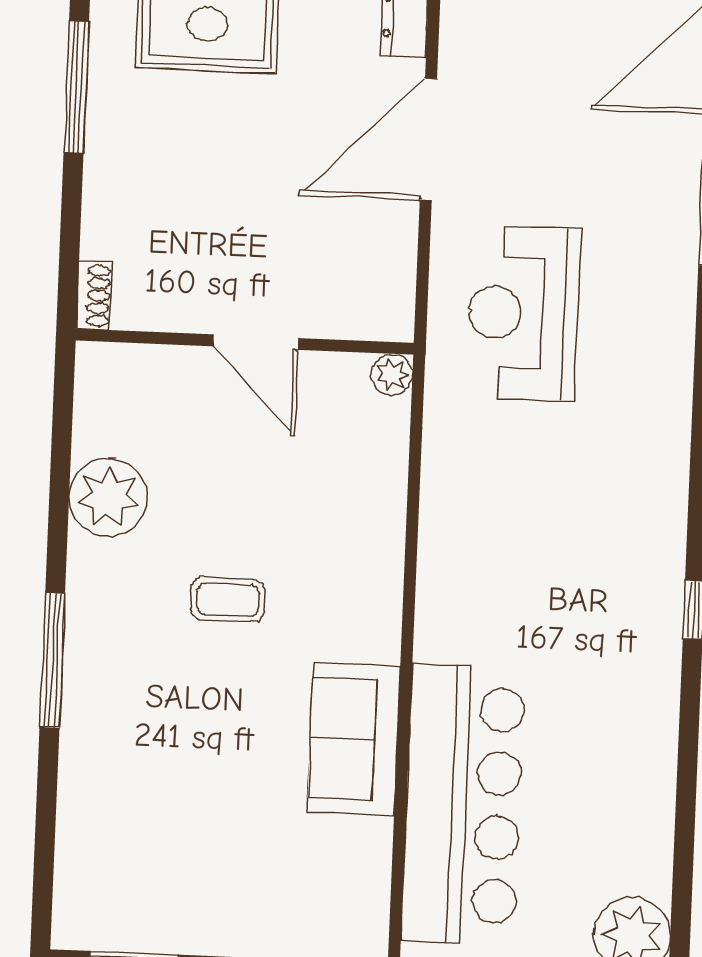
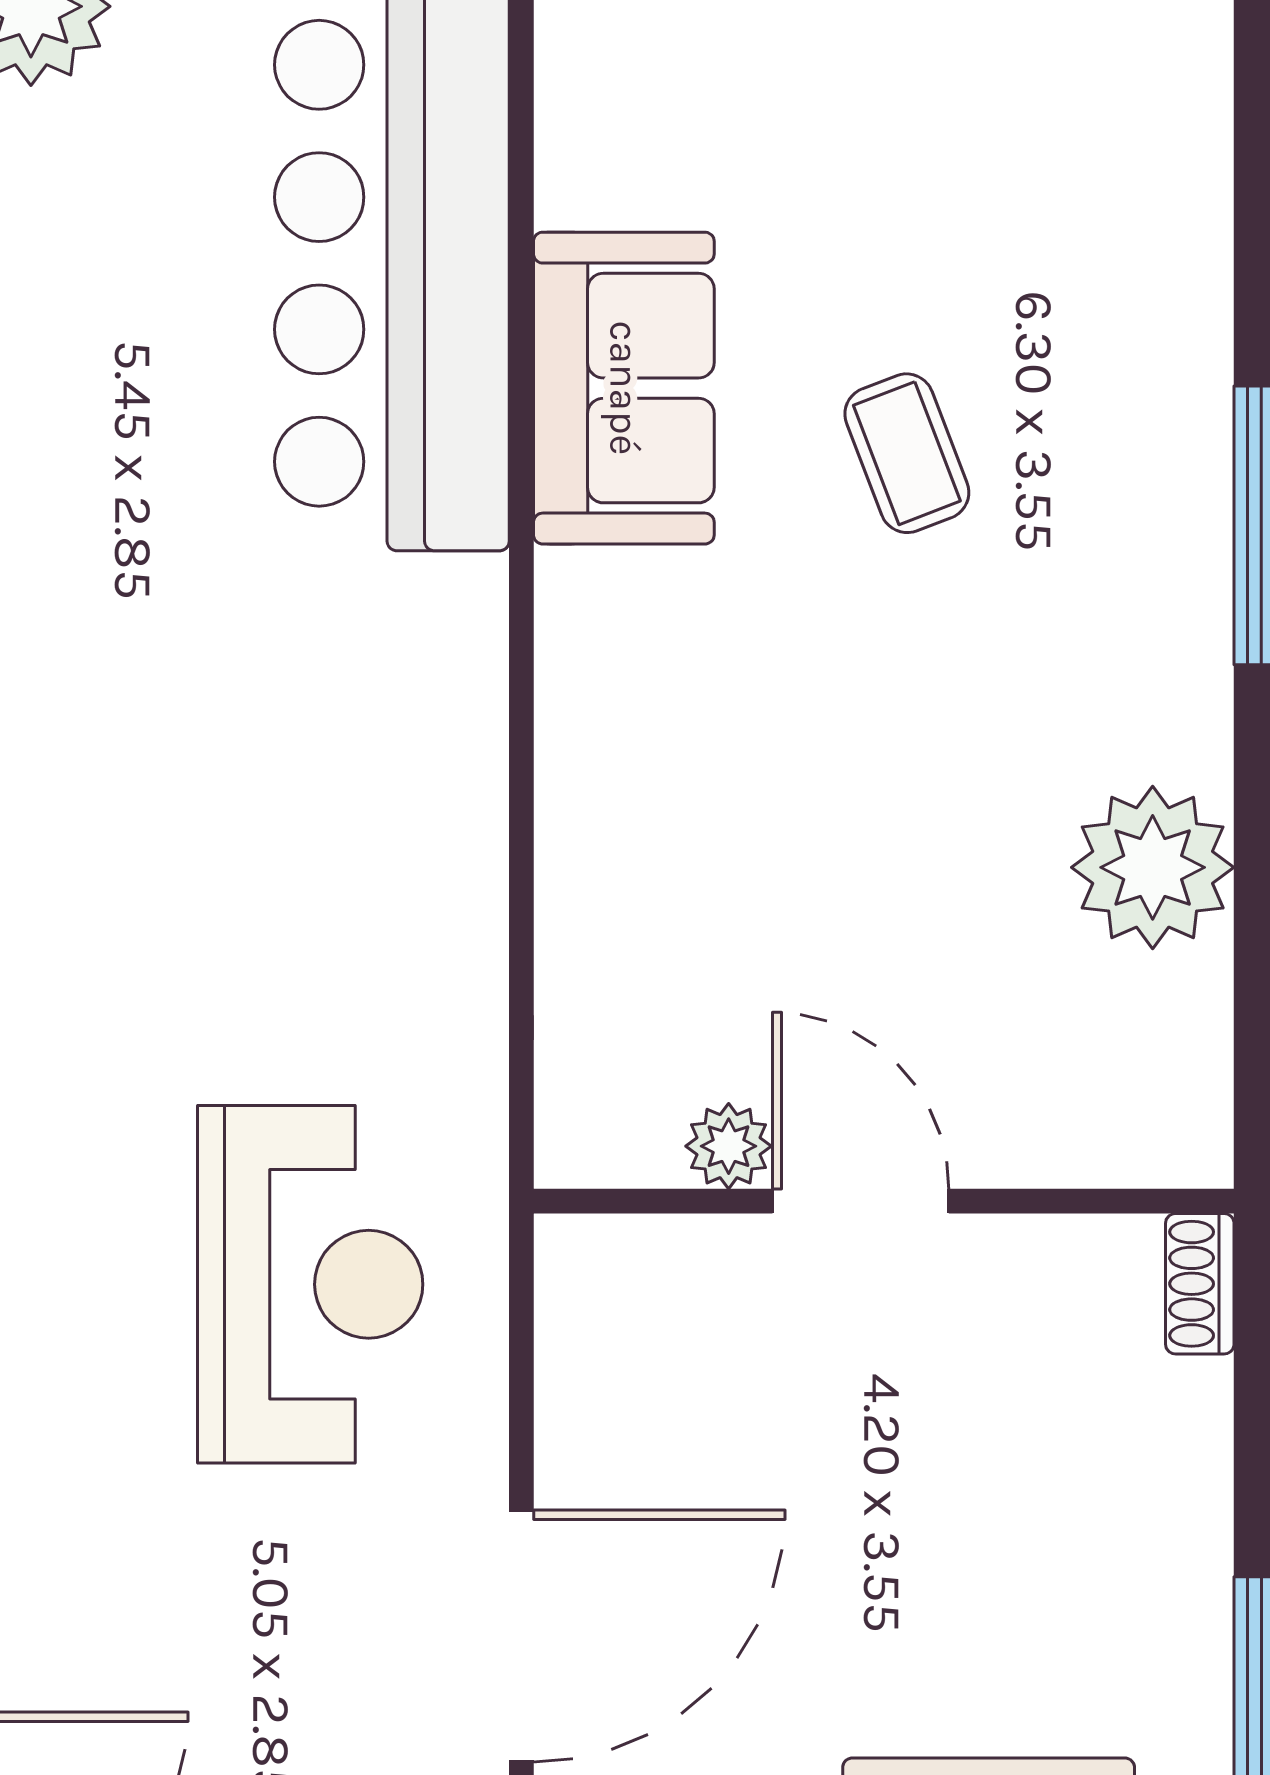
plant: (392, 374) -> (729, 1146), moved
coffee table: (228, 599) -> (907, 453), moved, turned 69

